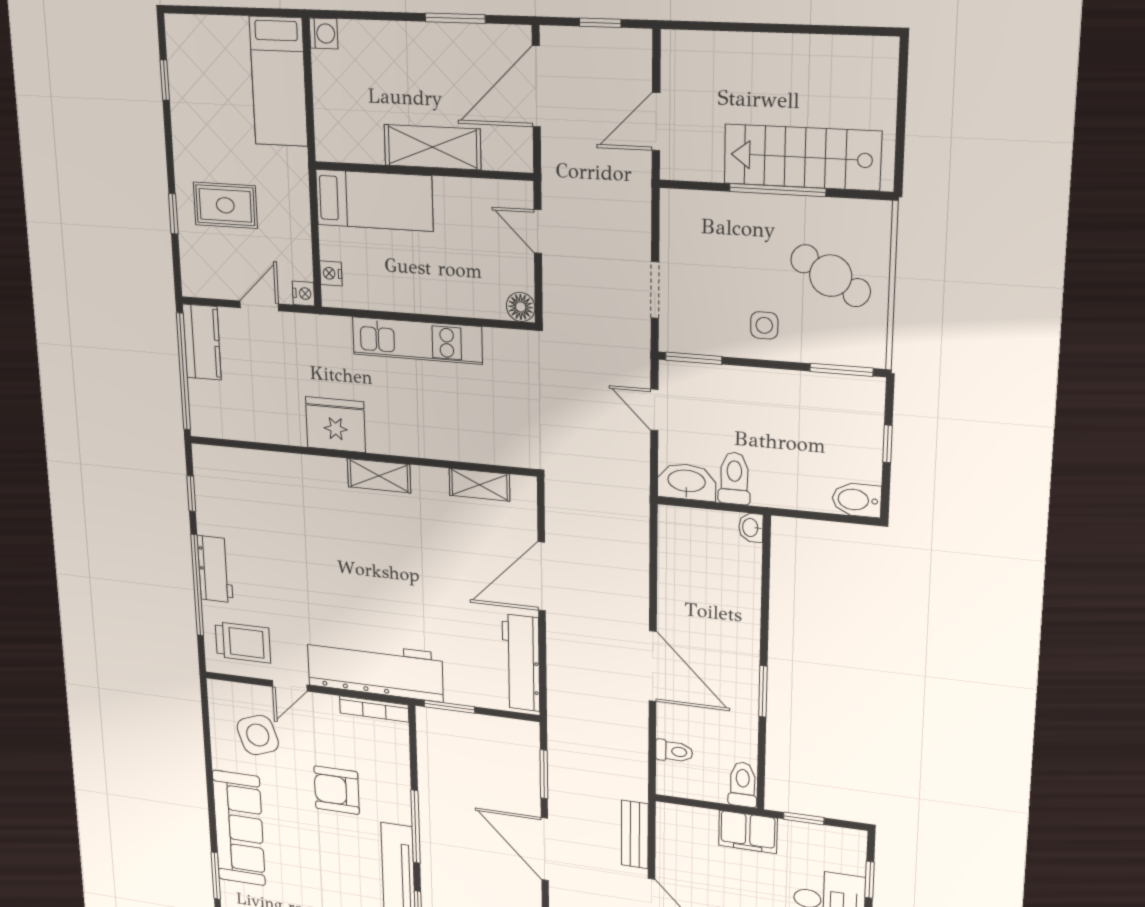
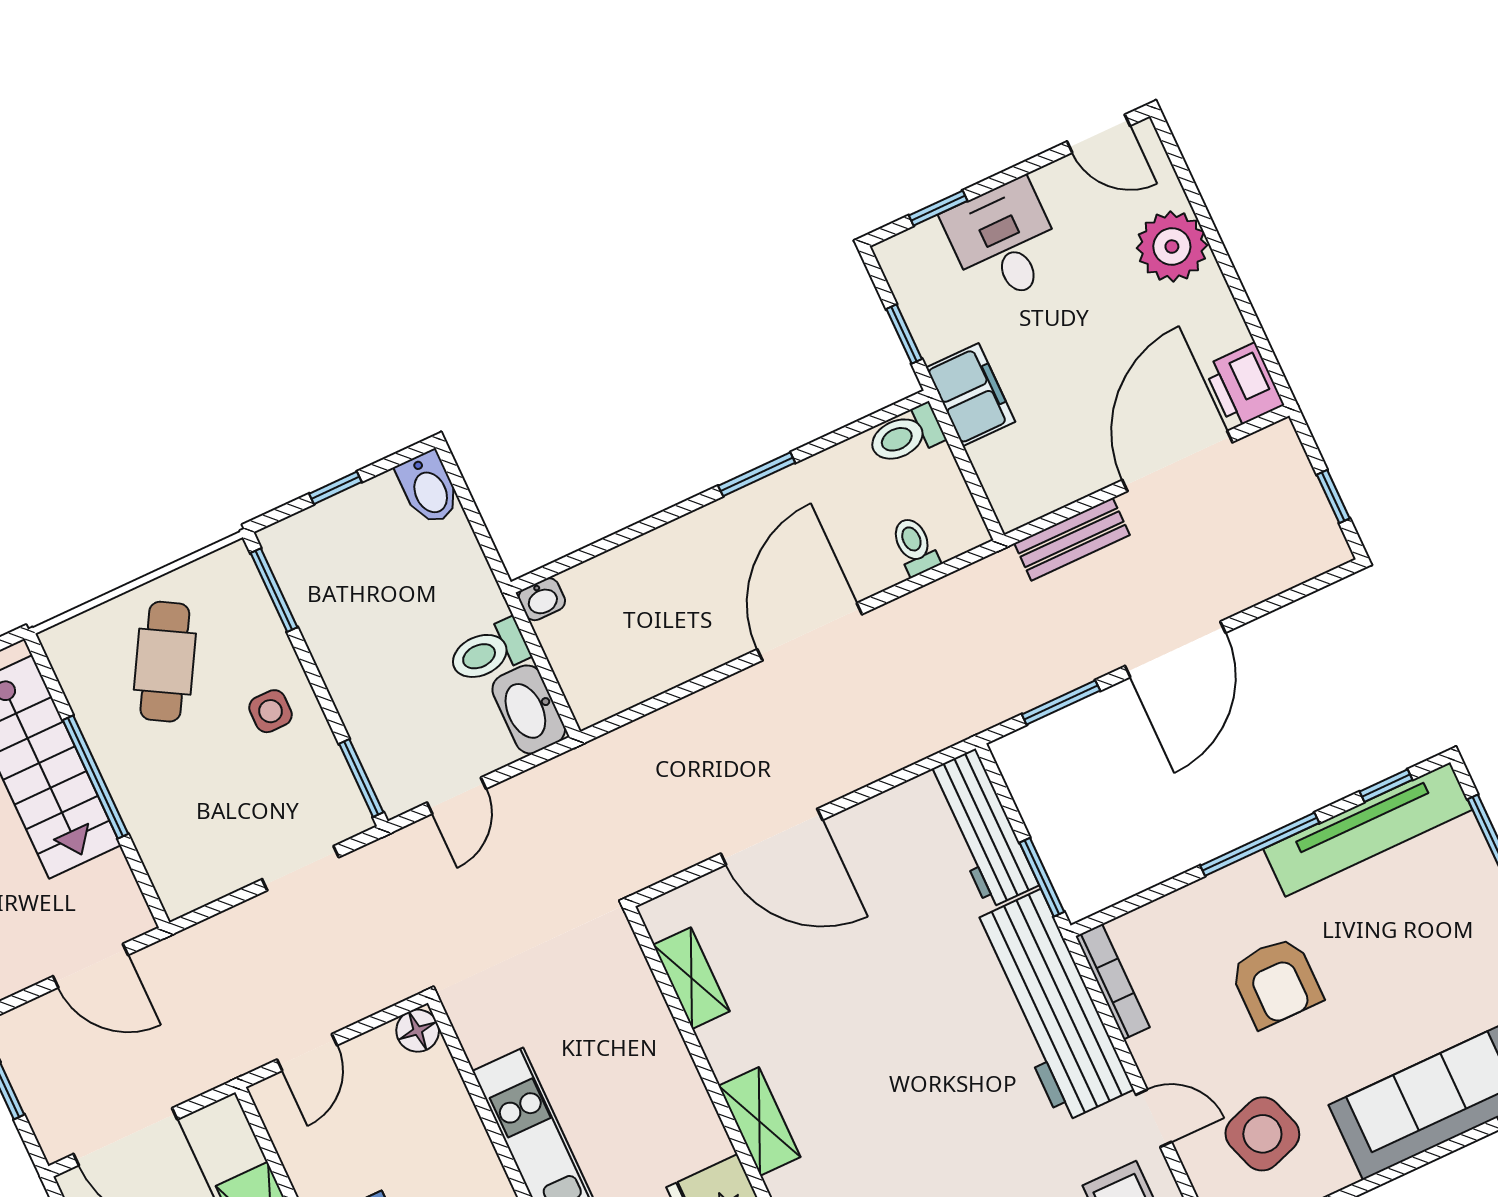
workbench: (521, 663) -> (982, 829), moved, turned 90

